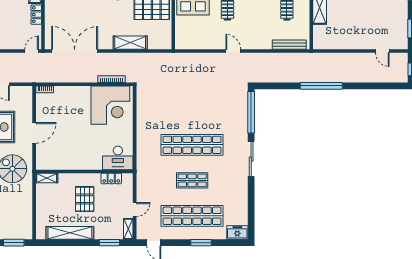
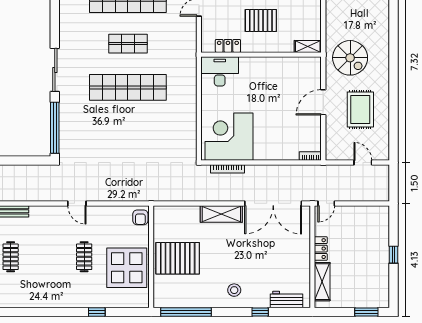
armchair: (182, 40) -> (140, 217), added
shelving: (130, 43) -> (221, 214), moved
pallet: (85, 199) -> (261, 20), turned 90

